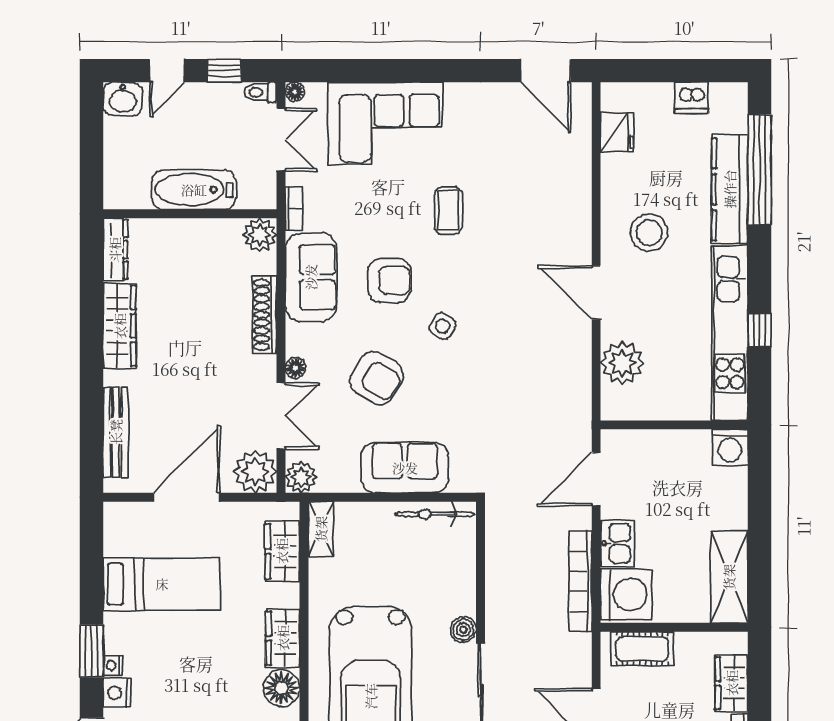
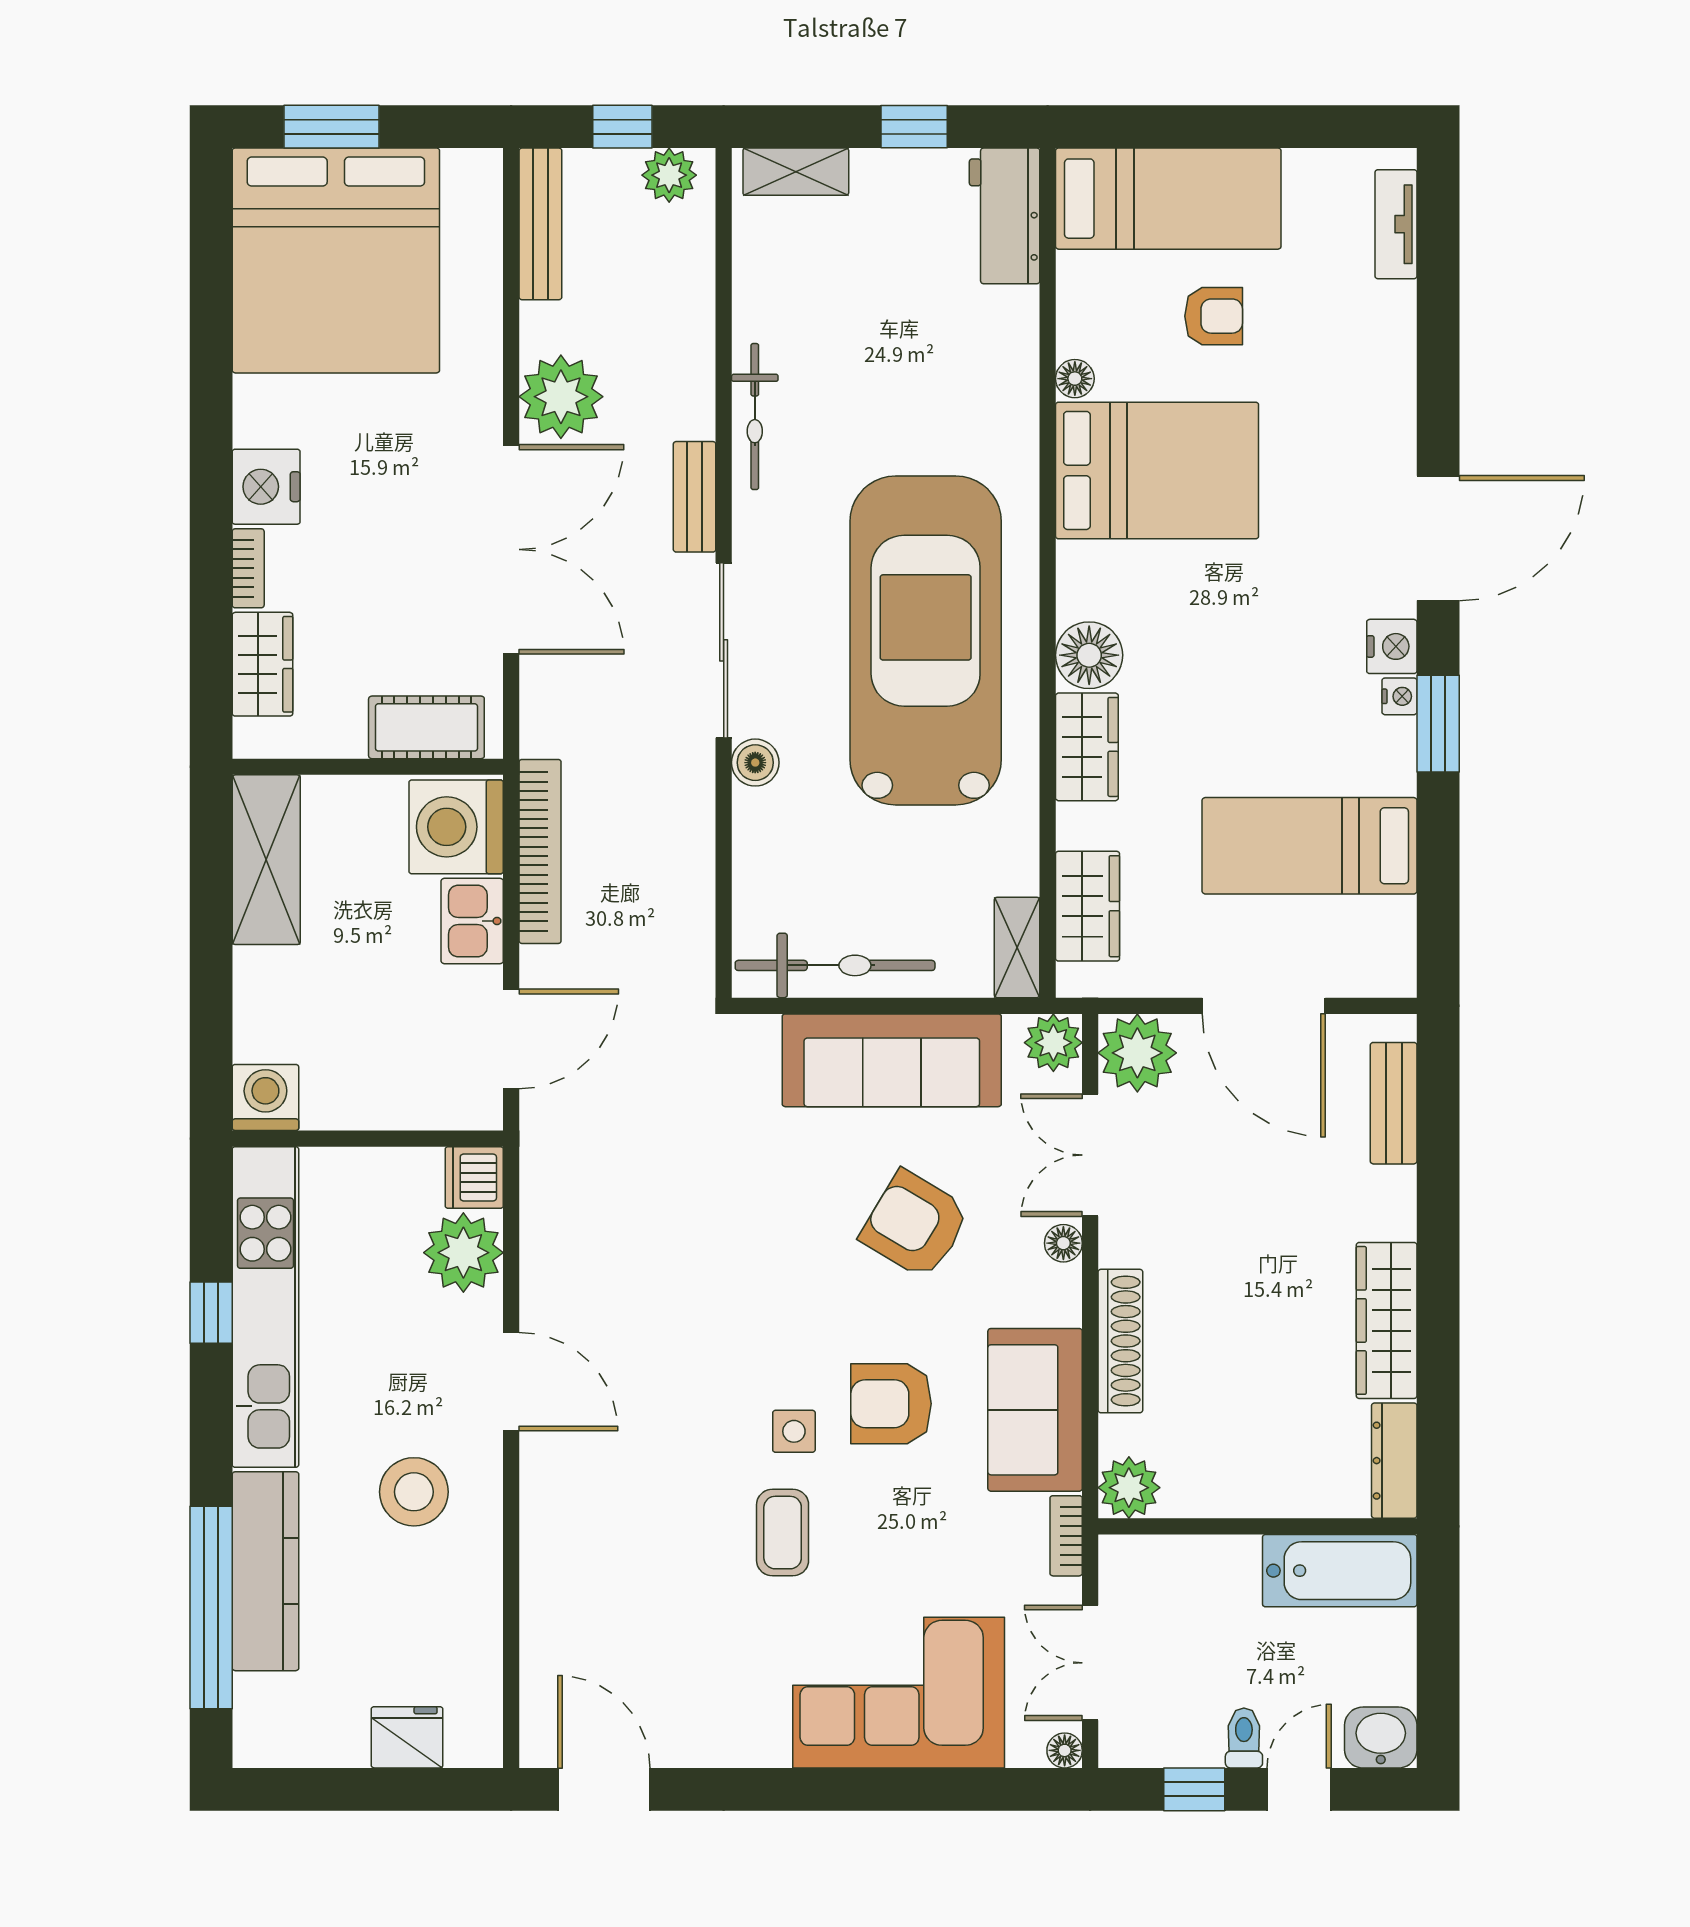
toilet: (260, 92) -> (1244, 1738), moved, turned -90
dishwasher: (691, 98) -> (474, 1177), moved, turned -90
fridge: (617, 132) -> (407, 1737), moved, turned 90
bathtub: (194, 190) -> (1340, 1571), moved
side table: (442, 326) -> (794, 1431), moved, turned -31
bench: (116, 432) -> (1394, 1103), width x0.73
sofa: (405, 468) -> (892, 1060), width x1.36
door: (186, 497) -> (1264, 1006), hinge flipped
bicycle: (434, 514) -> (835, 965), width x1.37, depth x1.40

